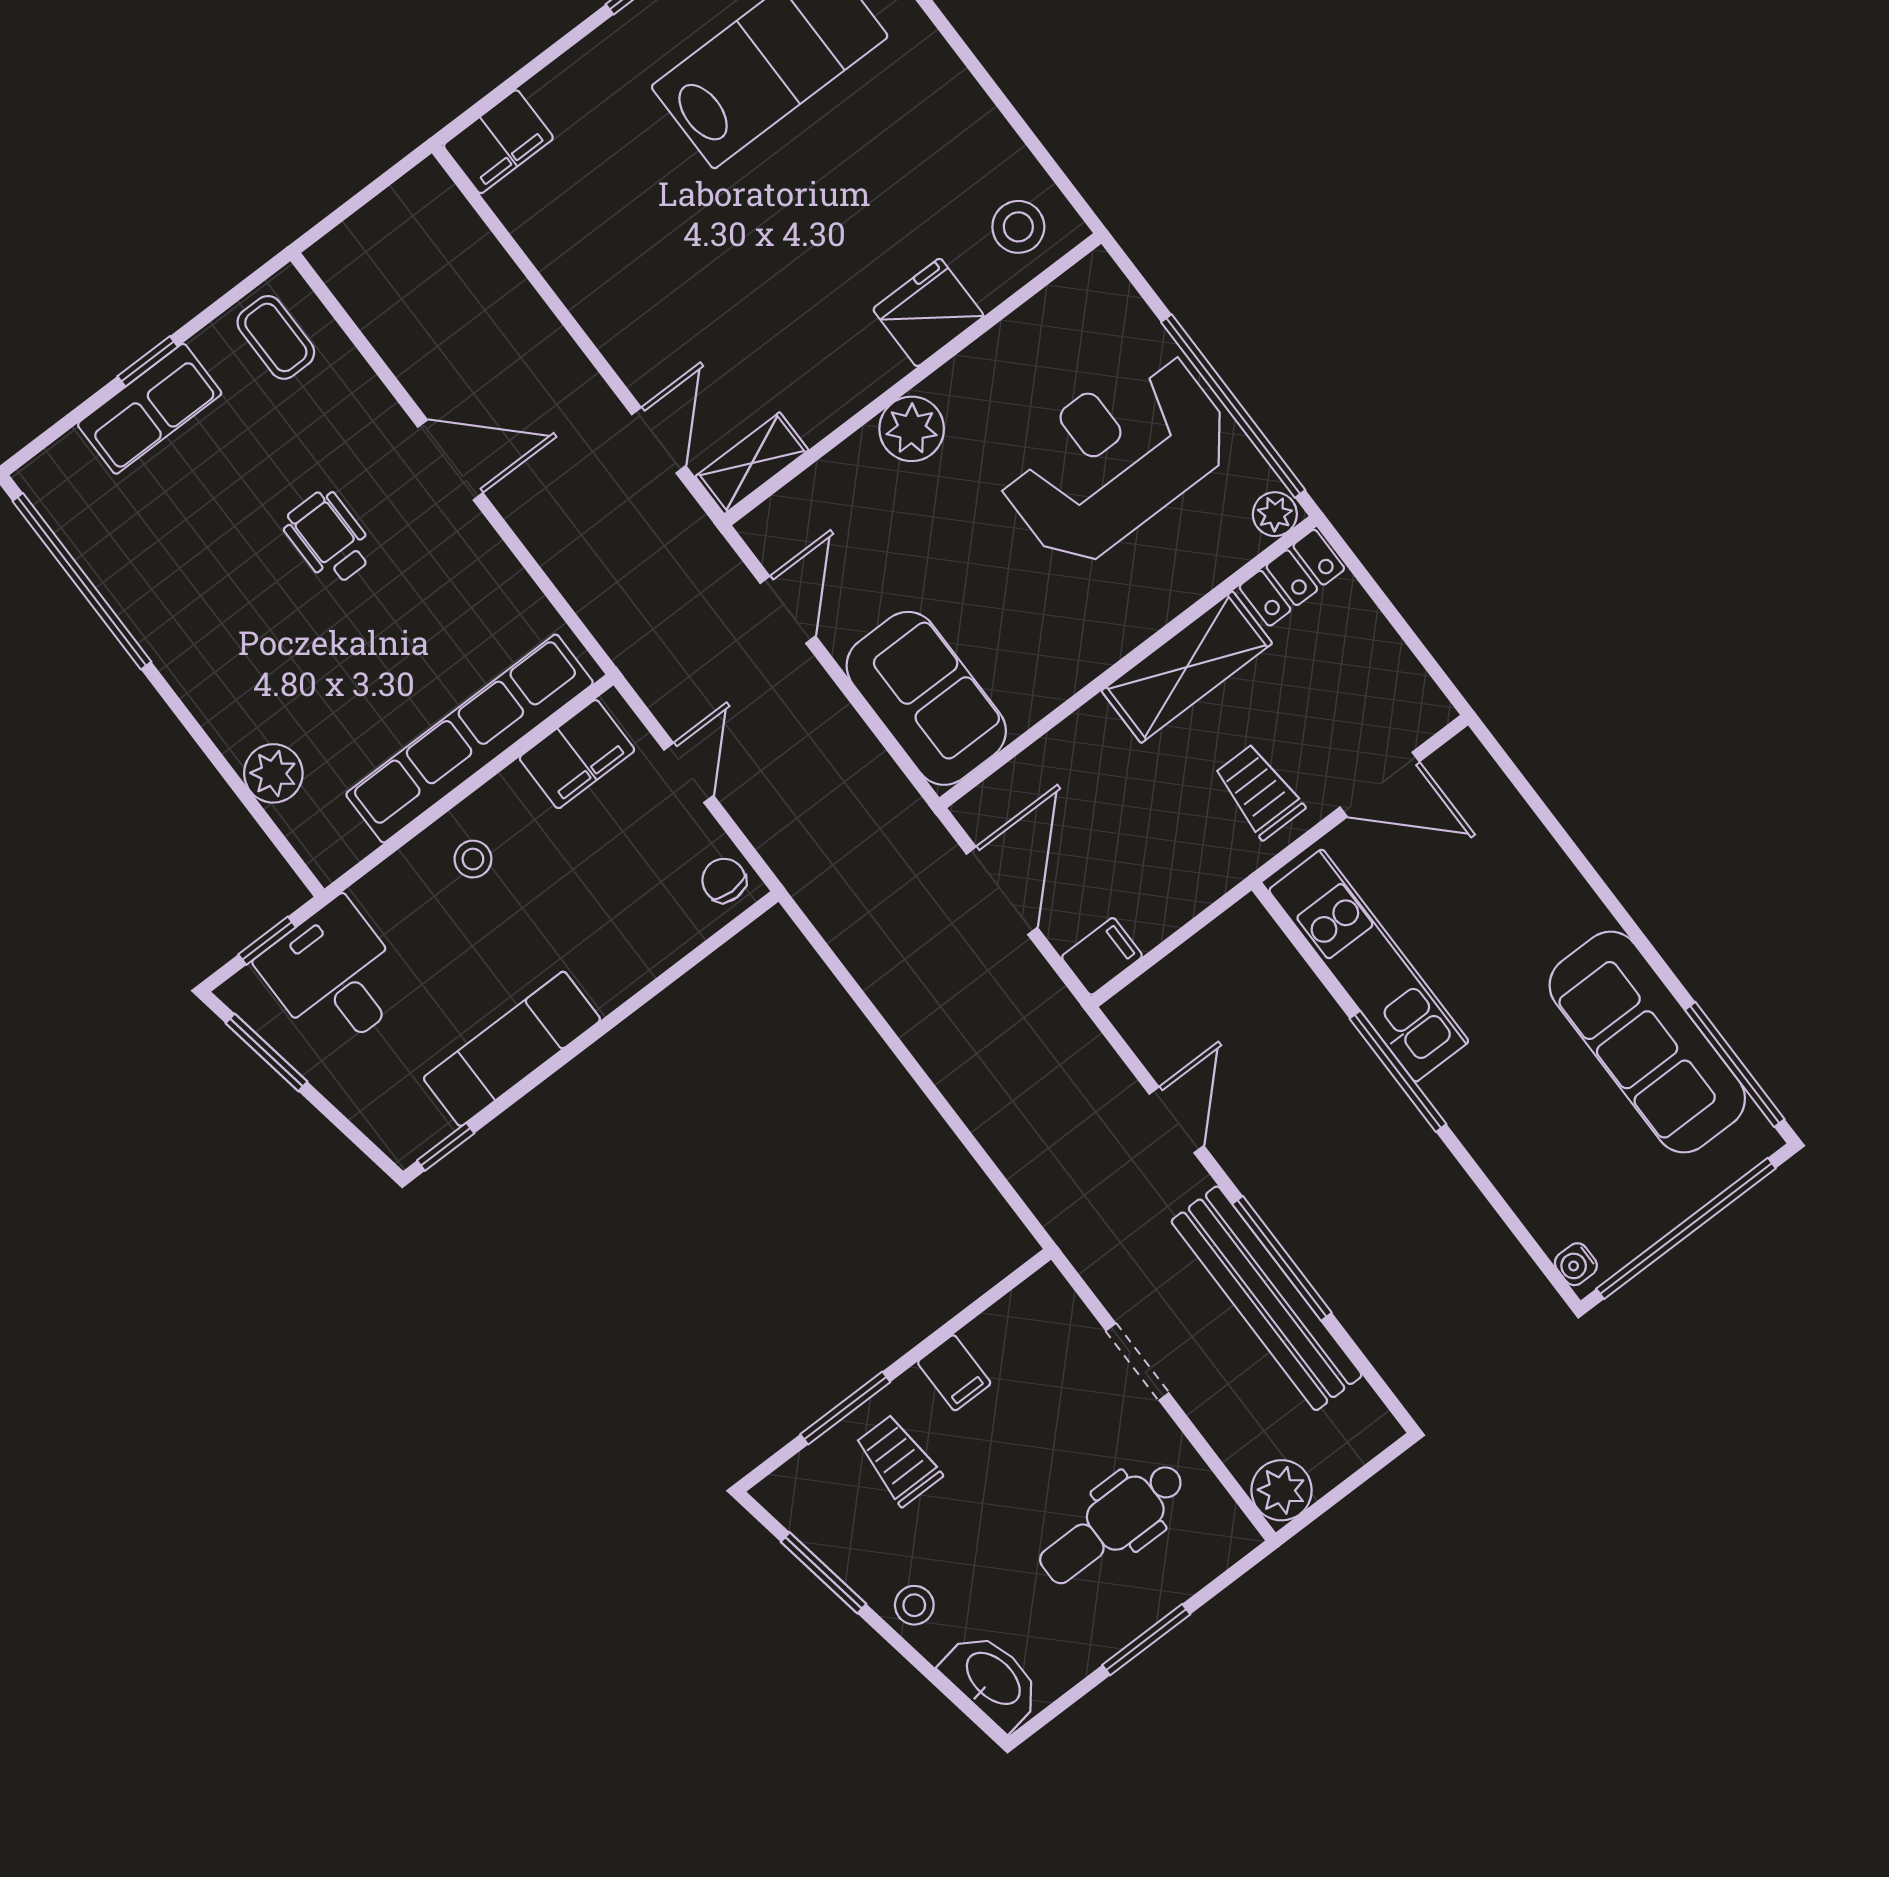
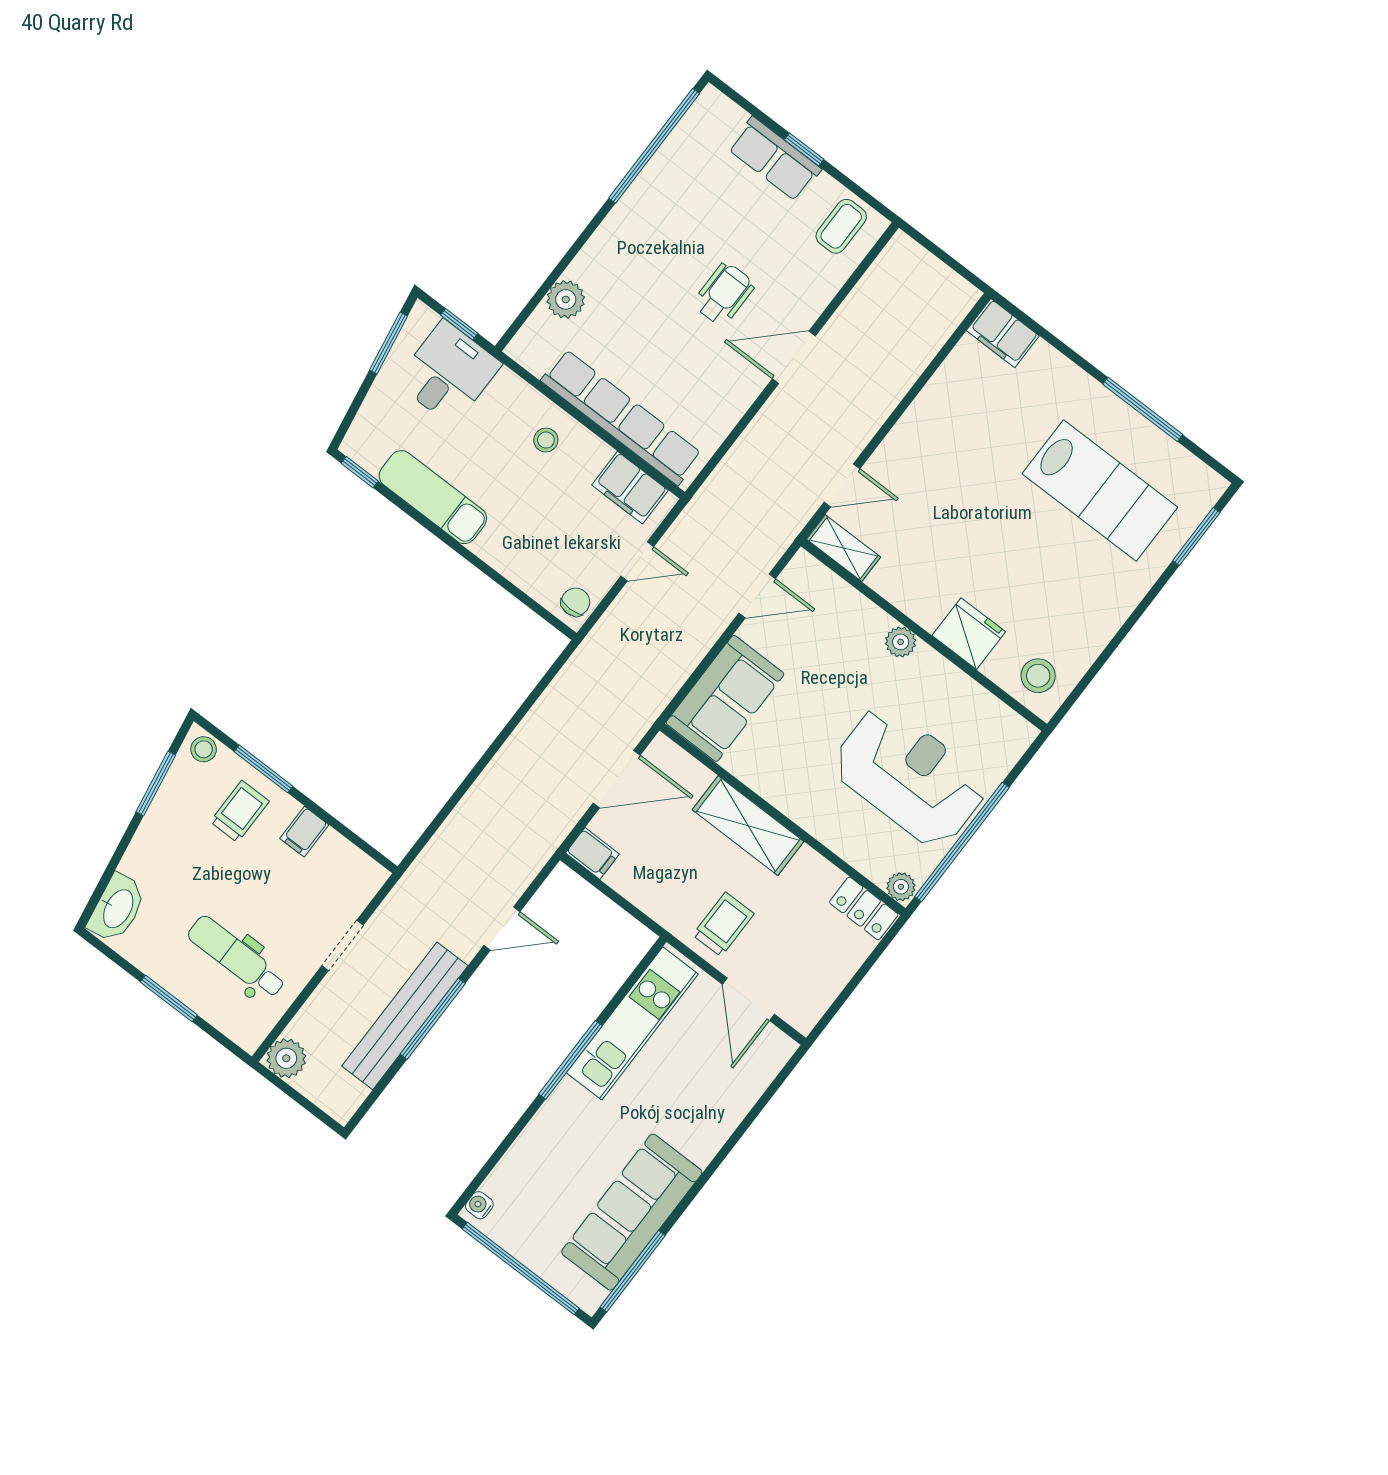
plant: (912, 429) -> (901, 642), width x0.73, depth x0.73
door: (450, 460) -> (794, 357), swing flipped
shelving: (1187, 667) -> (748, 826), moved
stool: (914, 1605) -> (204, 749), moved

